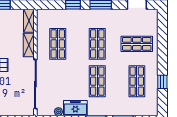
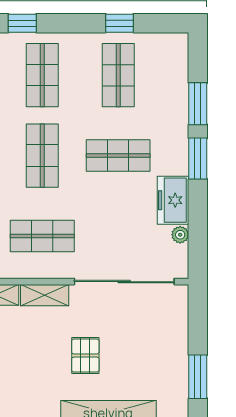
window: (162, 34) -> (22, 23), added
shop shelf: (97, 44) -> (42, 156), turned 90
shop shelf: (137, 81) -> (118, 75), turned 90

